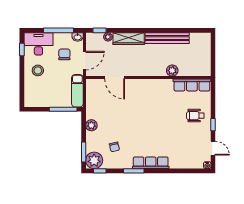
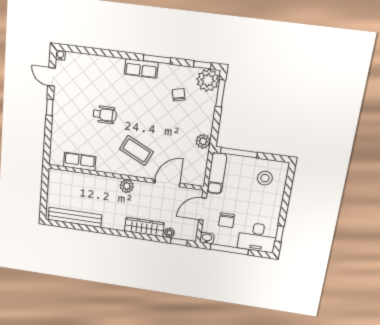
bench: (167, 38) -> (75, 217), moved
stool: (38, 70) -> (265, 178), moved
plant: (172, 71) -> (127, 186), moved
door: (115, 78) -> (167, 183), hinge flipped
row of seats: (192, 85) -> (80, 162), width x0.68
coffee table: (142, 100) -> (136, 150), added
wheelchair: (195, 116) -> (105, 115), moved
plant: (91, 125) -> (203, 141), moved
row of seats: (151, 163) -> (141, 68), width x0.68

